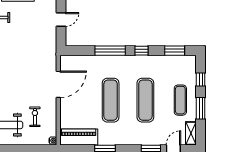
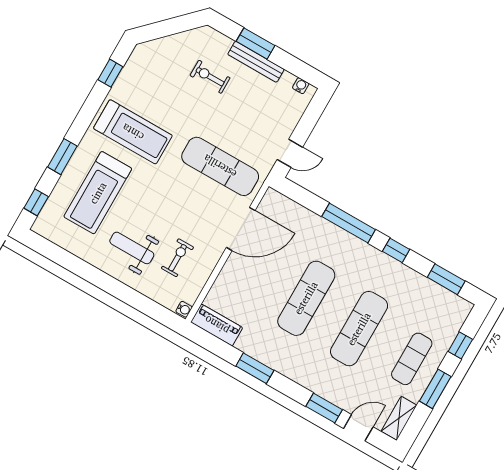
door: (61, 20) -> (290, 153), moved
exercise mat: (30, 59) -> (220, 166), added
piano: (79, 137) -> (217, 325), width x0.73, depth x0.75

